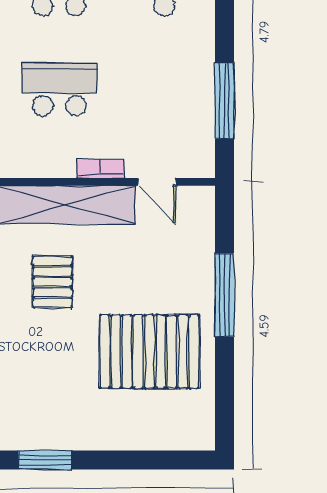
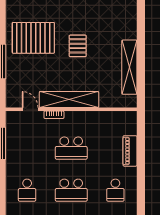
pallet: (52, 282) -> (78, 46), moved

